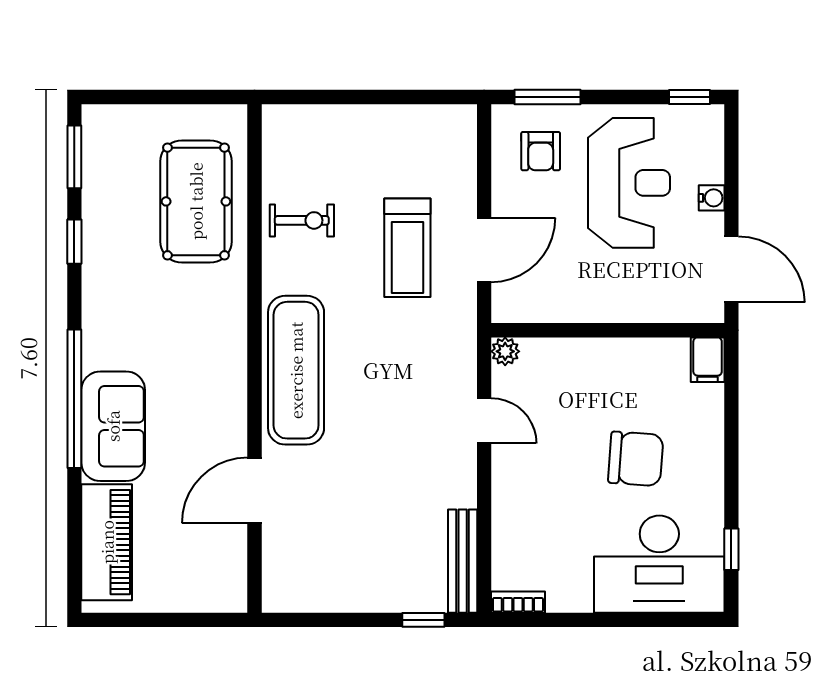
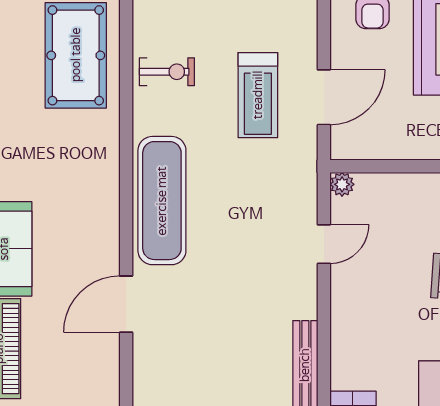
door: (484, 421) -> (324, 244), hinge flipped

